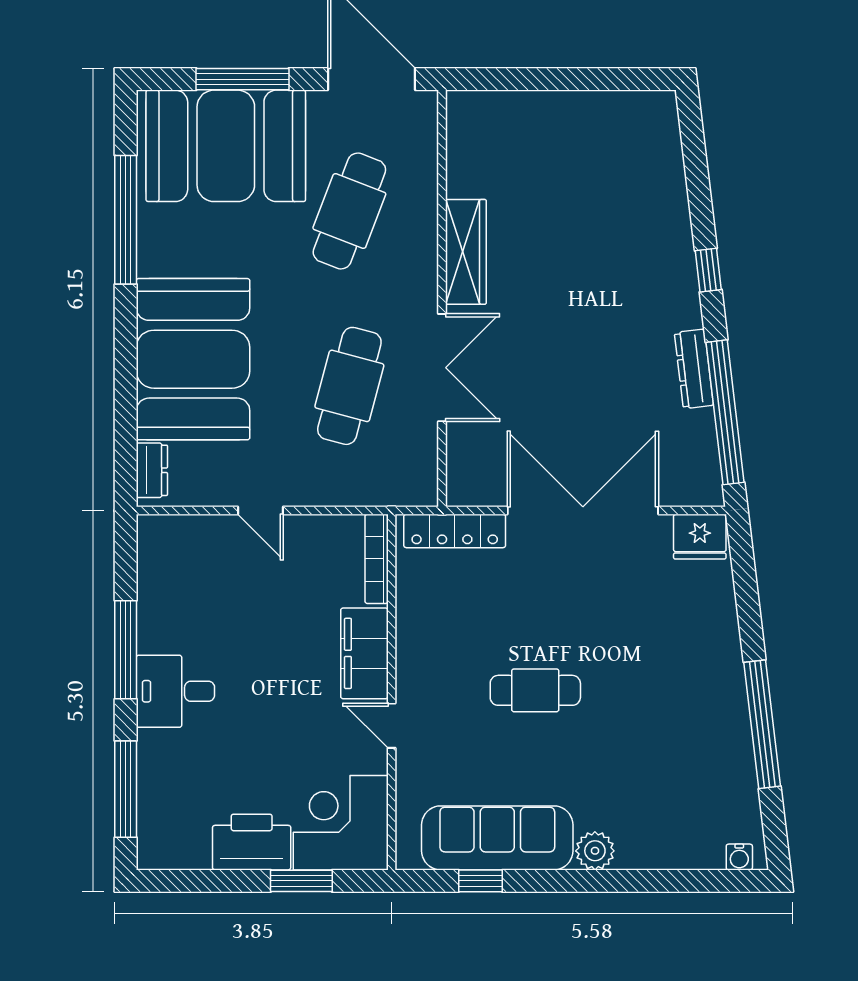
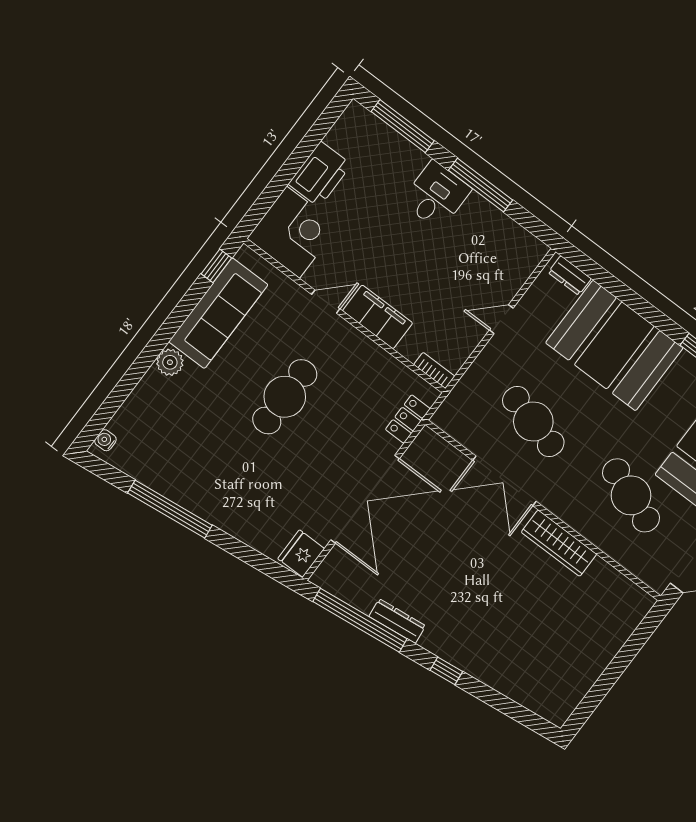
locker: (455, 531) -> (408, 419), width x0.66
bookcase: (377, 559) -> (434, 370), width x0.64
cafe table: (535, 690) -> (285, 397), width x1.37, depth x1.35
window: (301, 881) -> (277, 186), removed
window: (481, 881) -> (216, 266), moved

